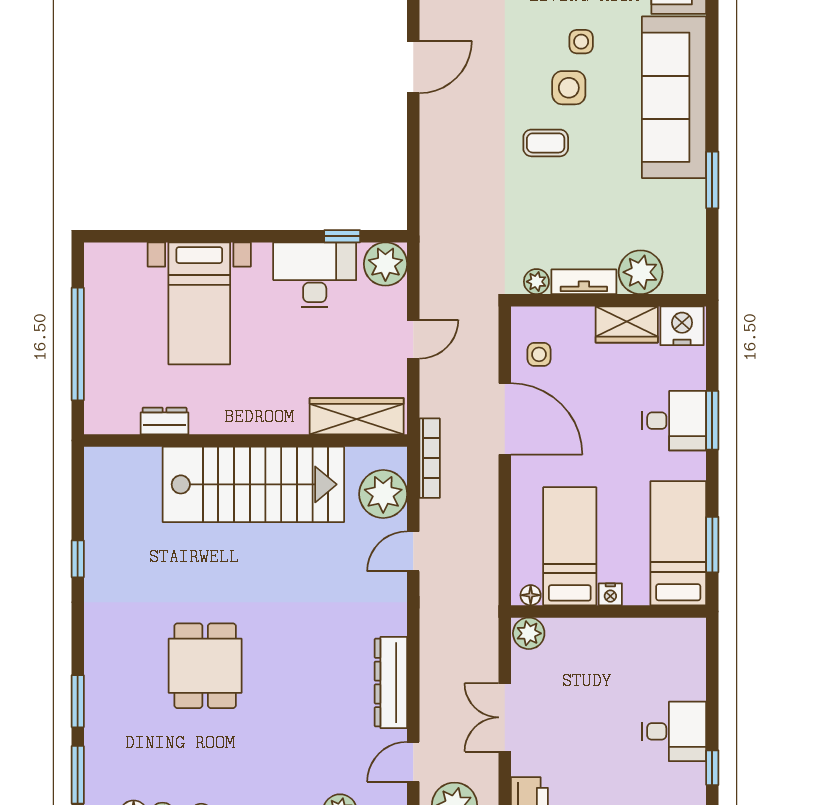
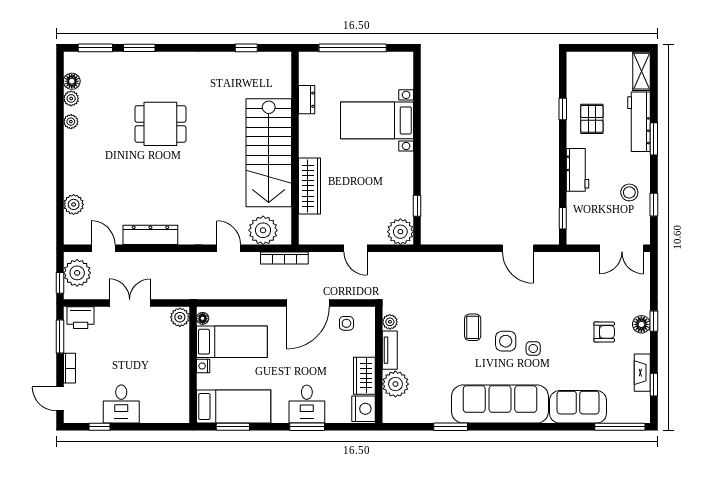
desk: (315, 275) -> (394, 189), removed
wardrobe: (357, 416) -> (309, 186), moved
window: (78, 559) -> (246, 48), moved

